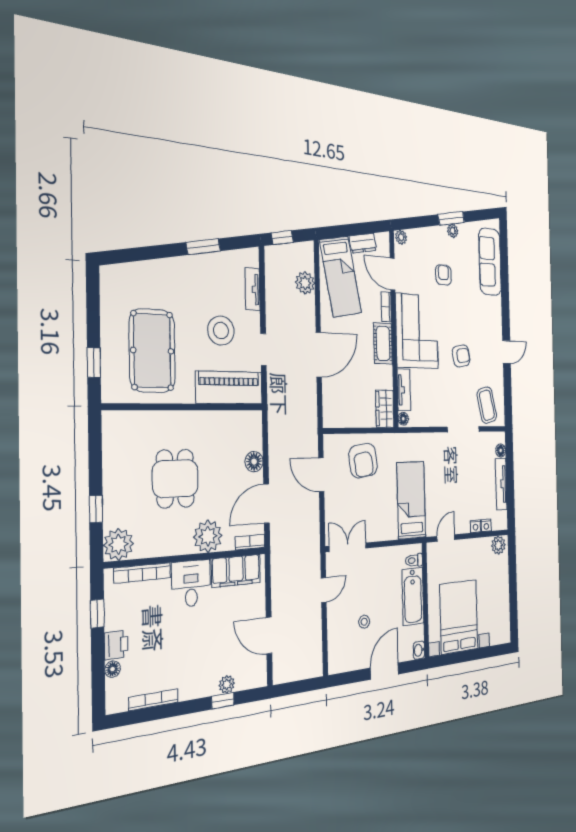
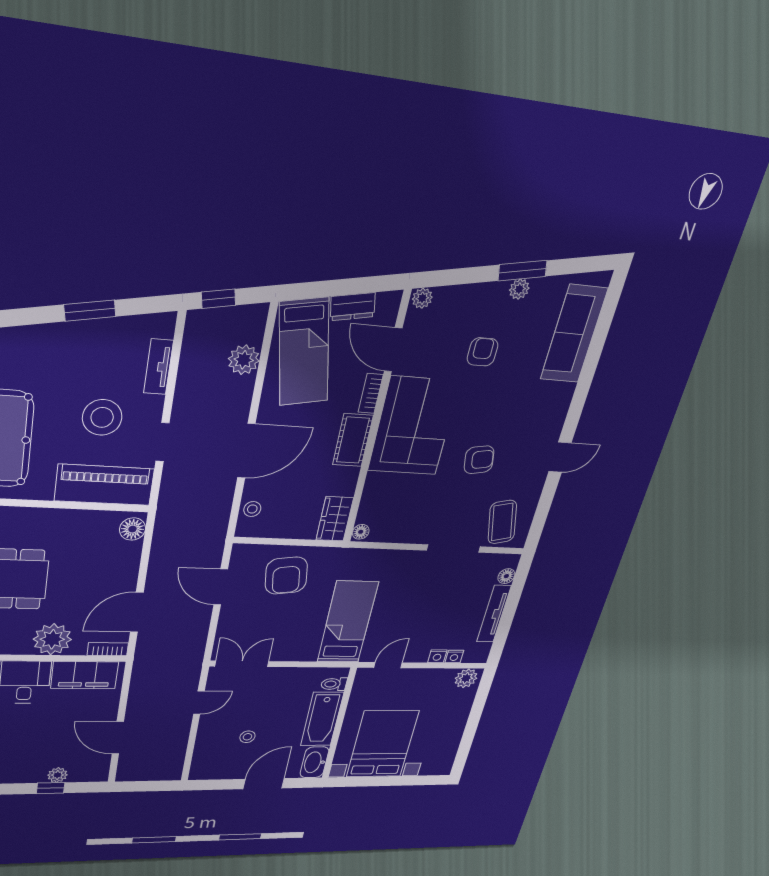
tv unit: (404, 390) -> (371, 498), removed
stool: (331, 403) -> (252, 509), added
floor lamp: (254, 462) -> (133, 529), moved
washbasin: (419, 650) -> (314, 762), width x1.91, depth x1.45

